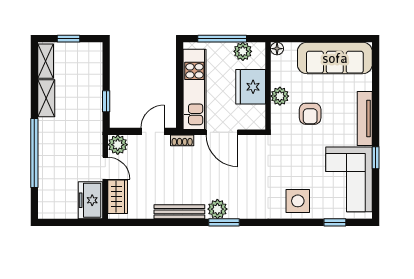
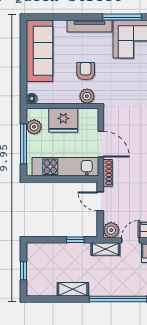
shelving: (46, 61) -> (105, 249), moved
plant: (280, 96) -> (87, 96), moved
armchair: (310, 114) -> (86, 71), turned -90
door: (222, 132) -> (101, 144), hinge flipped
shoe rack: (182, 140) -> (108, 173), width x1.43
window: (376, 158) -> (122, 17), width x2.17

